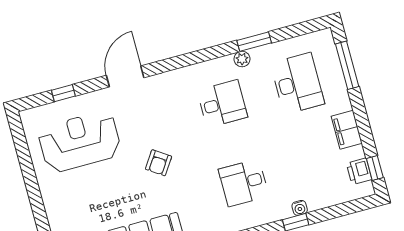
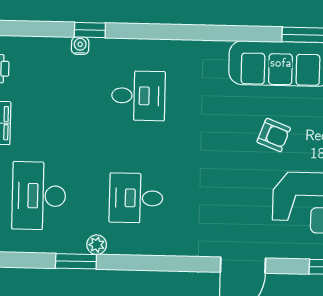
armchair: (159, 163) -> (274, 135), moved, turned 77

